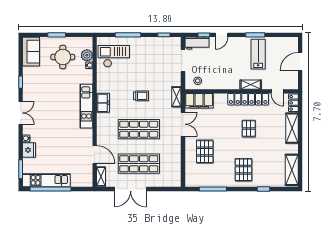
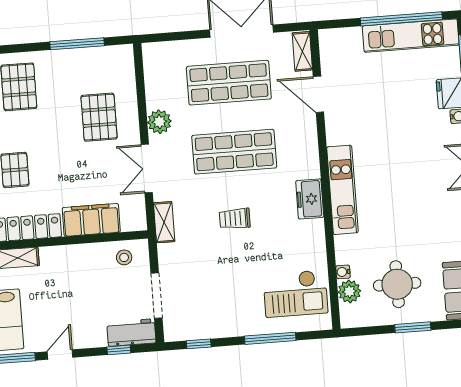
door: (222, 35) -> (60, 355), moved
filing cabinet: (199, 101) -> (91, 220), moved
plant: (175, 147) -> (159, 122), added

